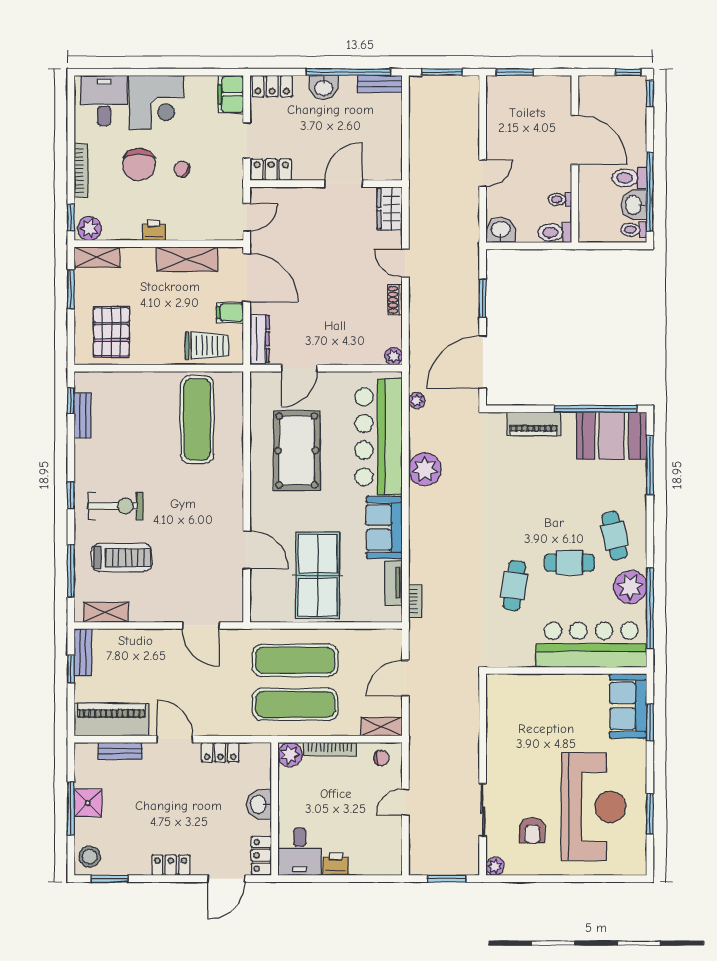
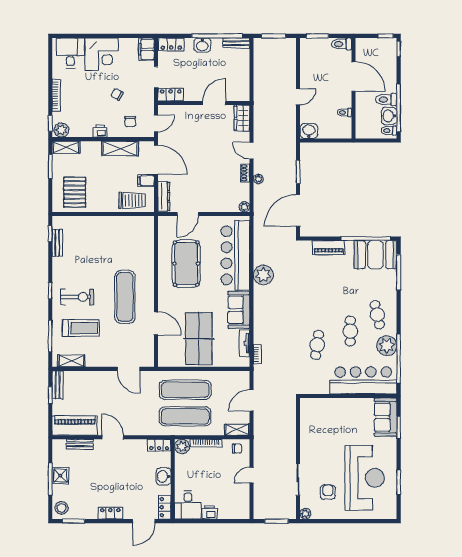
chair: (139, 165) -> (130, 122), moved, width x0.54, depth x0.54
toilet: (555, 232) -> (341, 44), moved
plant: (417, 401) -> (258, 179), moved
exercise mat: (197, 419) -> (125, 297), moved
cafe table: (569, 563) -> (350, 331), turned 90
locker: (220, 752) -> (159, 445), moved
armchair: (532, 830) -> (328, 492), turned 180

